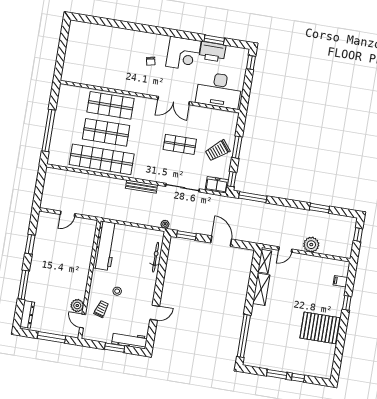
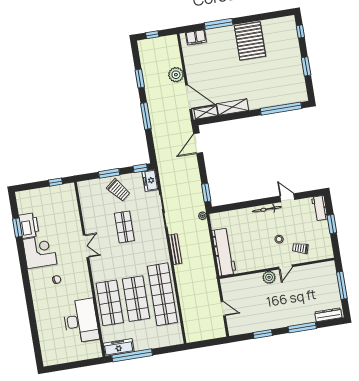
window: (251, 62) -> (56, 182), moved
desk: (219, 90) -> (81, 321), moved
freezer: (64, 99) -> (119, 347), added
double door: (174, 101) -> (86, 246), width x0.73
window: (49, 131) -> (132, 355), moved
window: (253, 197) -> (146, 116), moved
door: (221, 241) -> (198, 143), moved
workbench: (105, 246) -> (224, 252), moved, turned 90
door: (285, 250) -> (189, 97), width x1.87
bicycle: (156, 257) -> (267, 209), moved
filing cabinet: (340, 281) -> (196, 37), width x2.00
window: (347, 303) -> (219, 24), width x2.17
plant: (77, 306) -> (269, 277), moved
door: (83, 321) -> (286, 267), moved
workbench: (129, 340) -> (320, 208), width x0.73
window: (298, 378) -> (300, 31), moved

